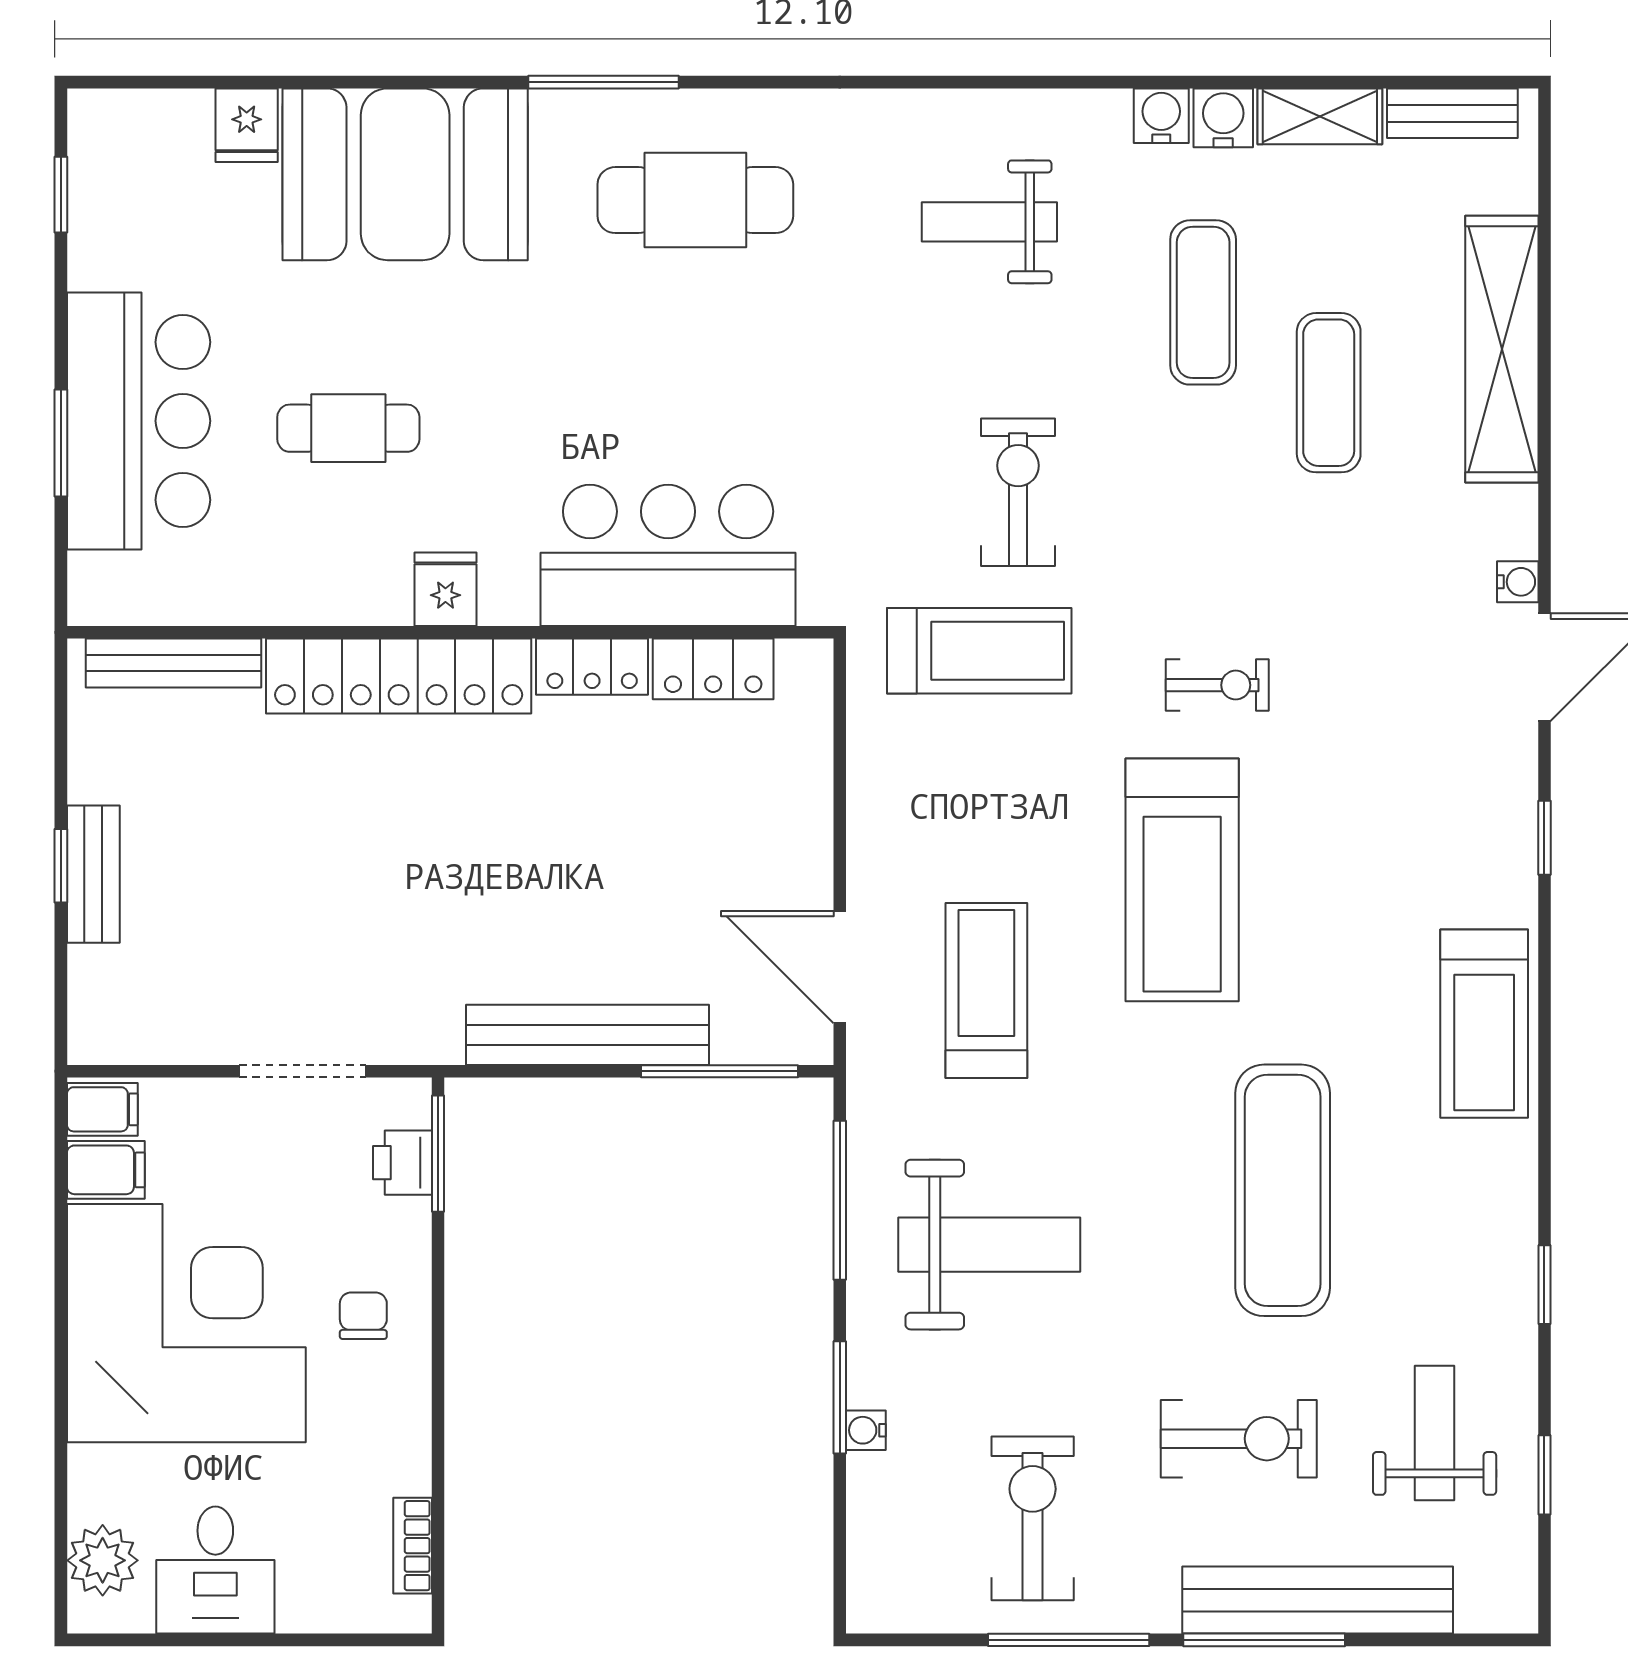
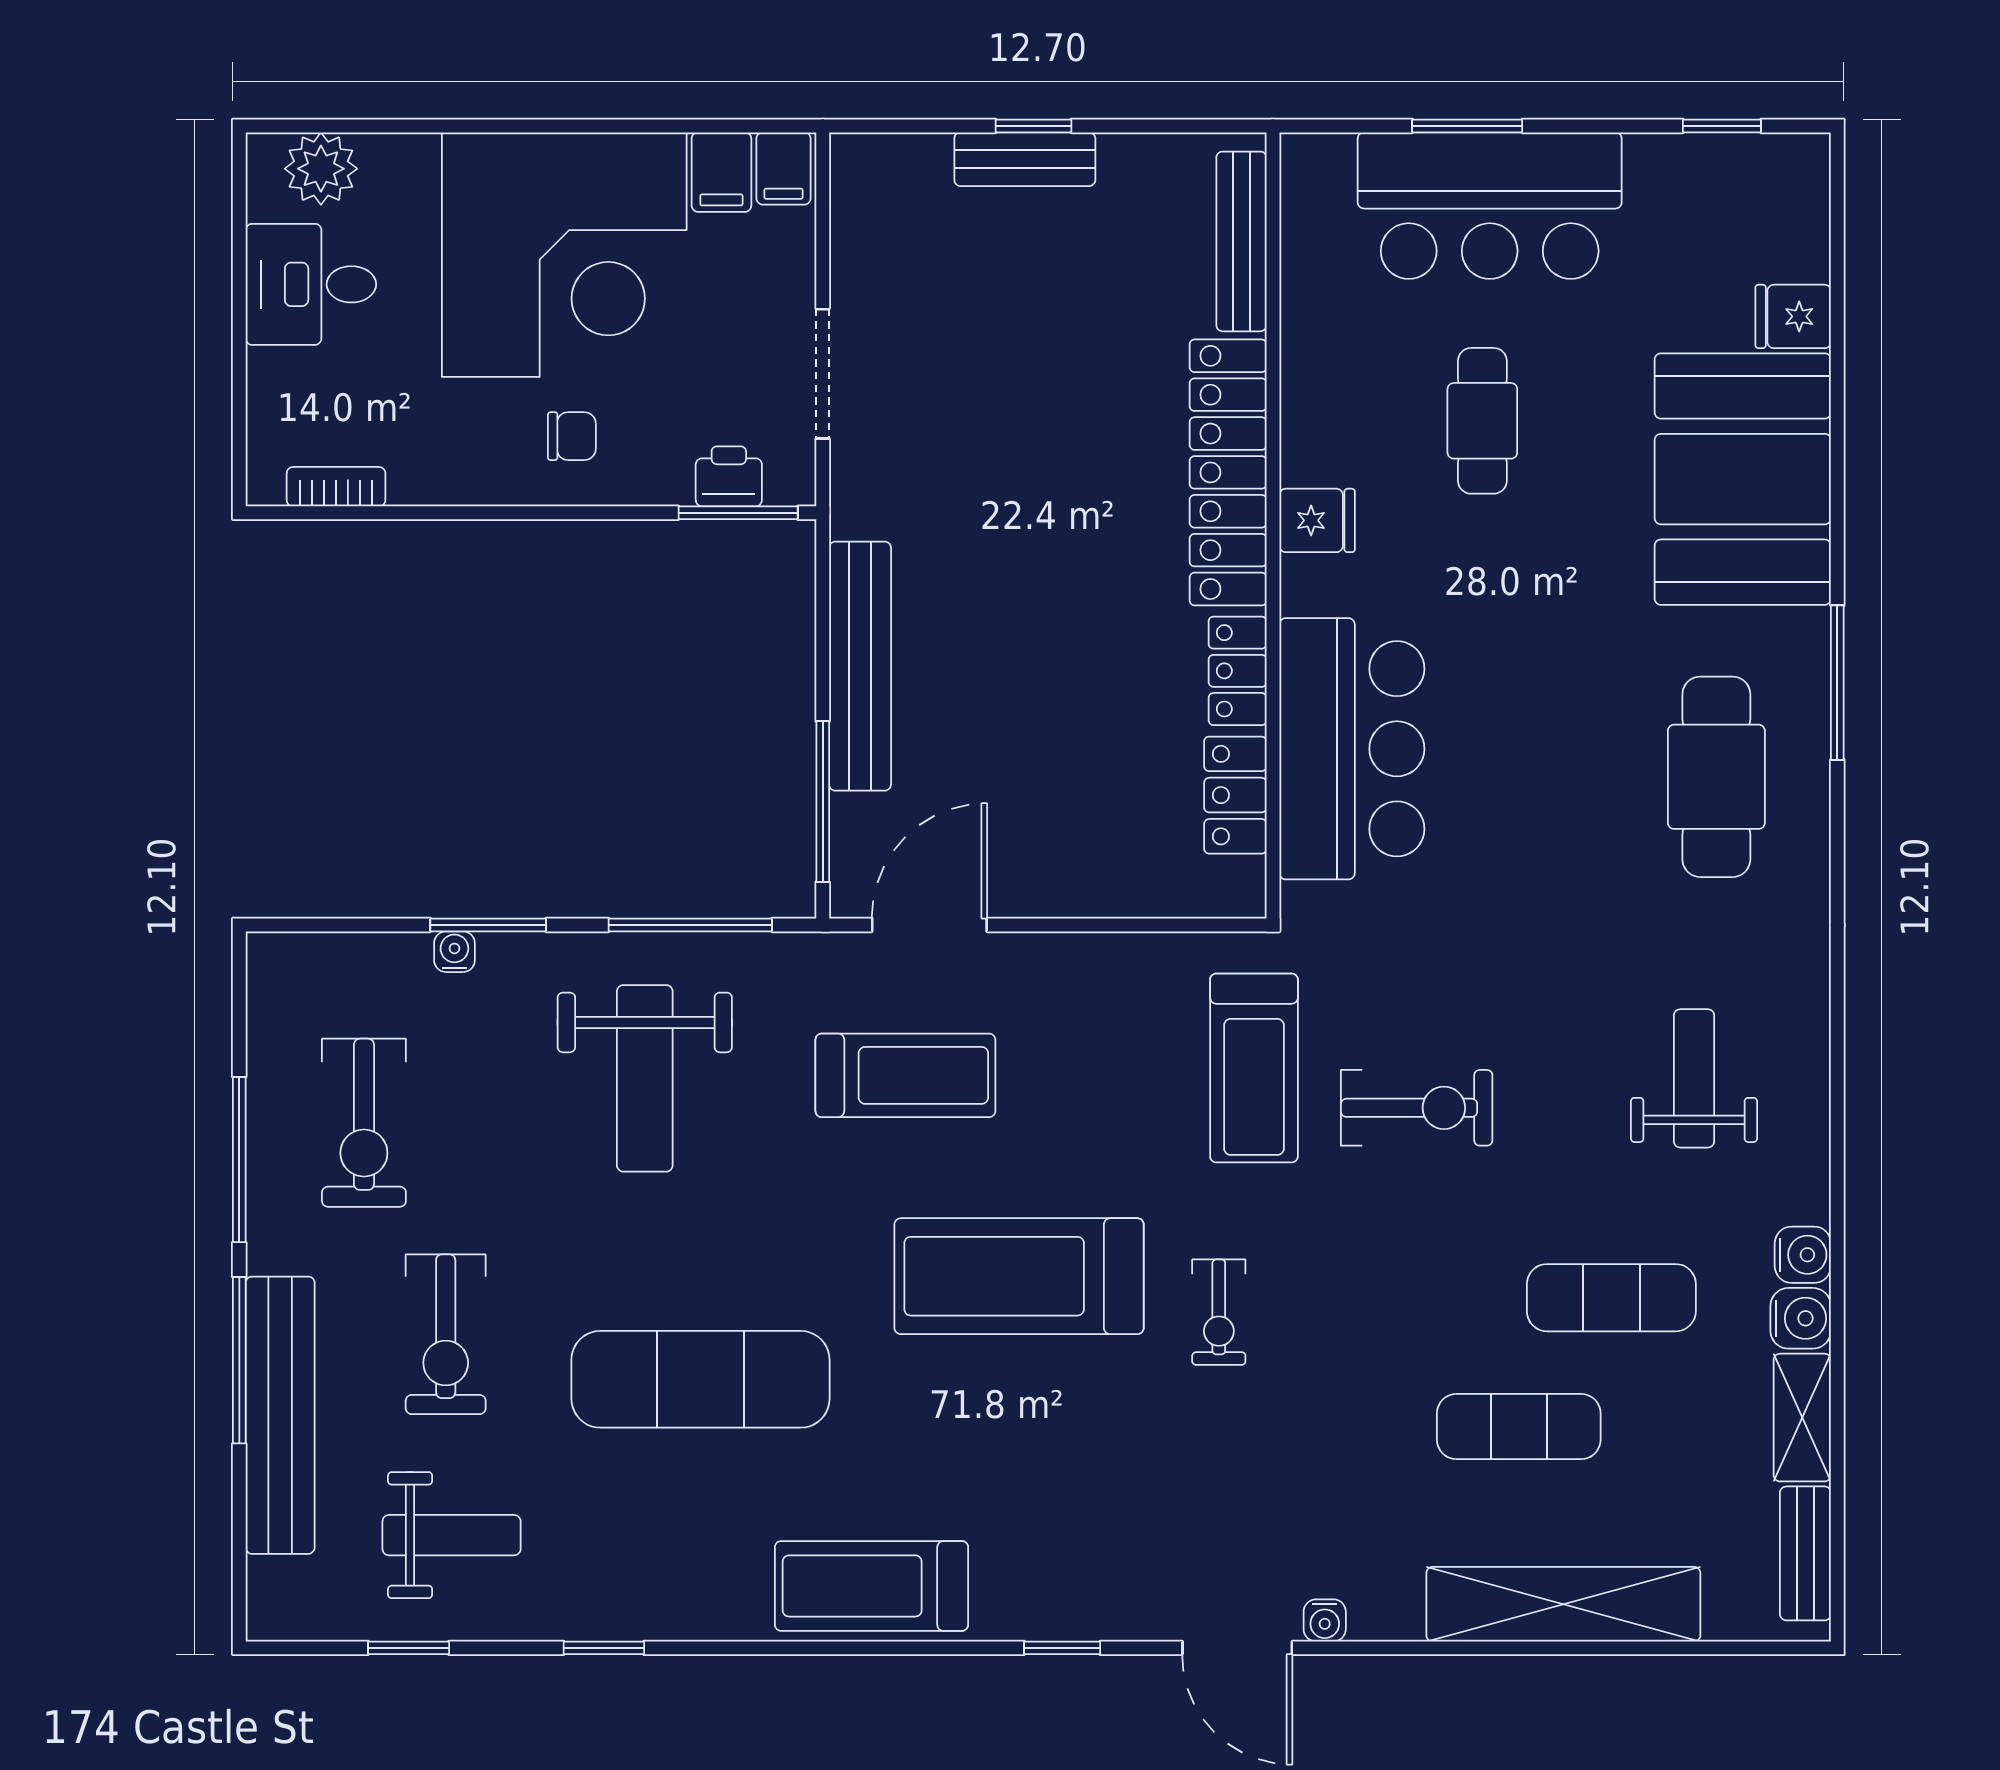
exercise bike: (1033, 1518) -> (364, 1123), turned 90

